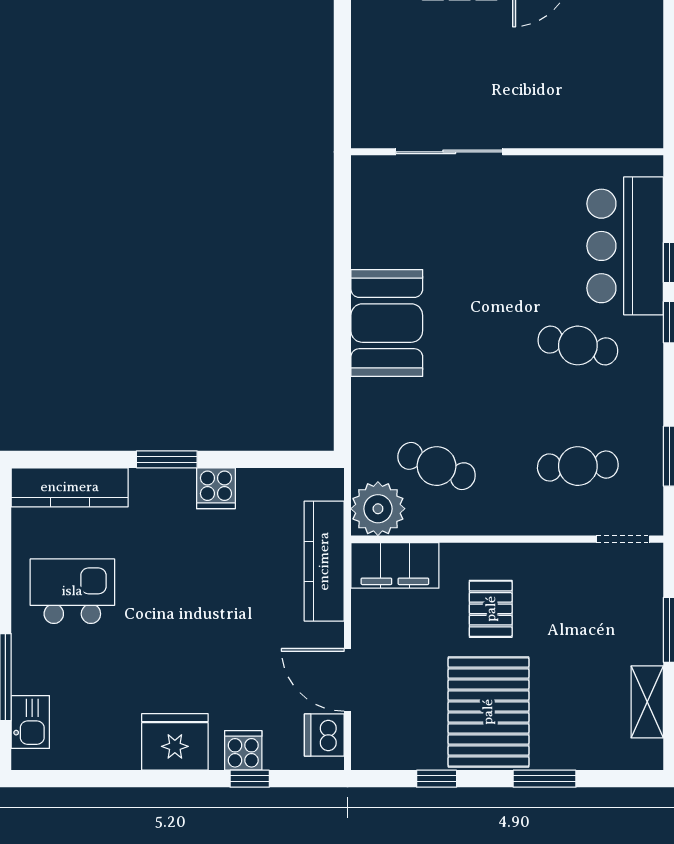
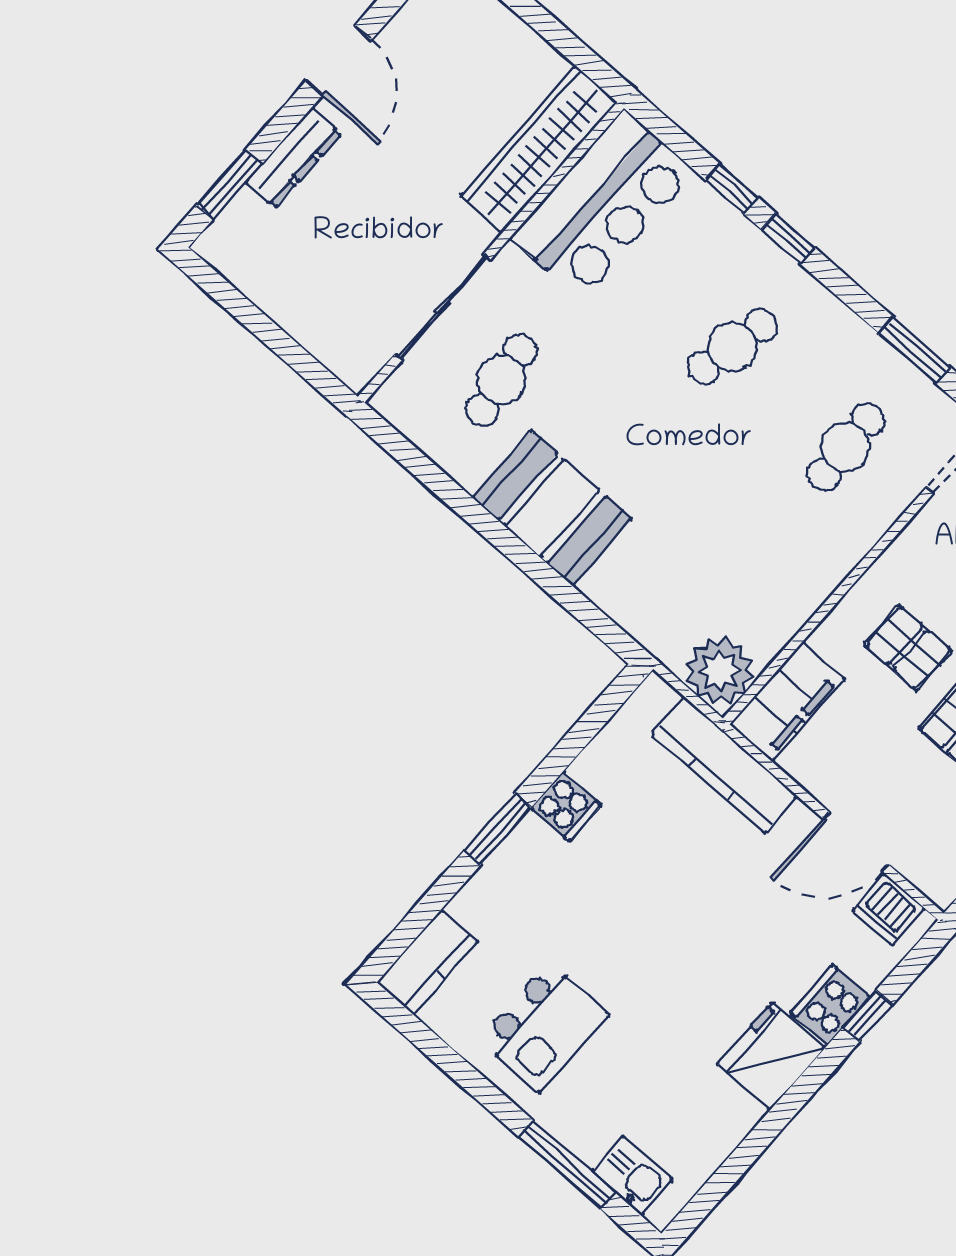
wardrobe: (594, 126) -> (539, 149), added
bar counter: (625, 246) -> (603, 205), moved, turned -90
cafe table: (437, 466) -> (501, 380), moved, turned -30
kitchen counter: (70, 487) -> (427, 962), width x0.67
kitchen island: (72, 591) -> (544, 1027), turned 180
cooker: (243, 750) -> (830, 1005), width x1.36

